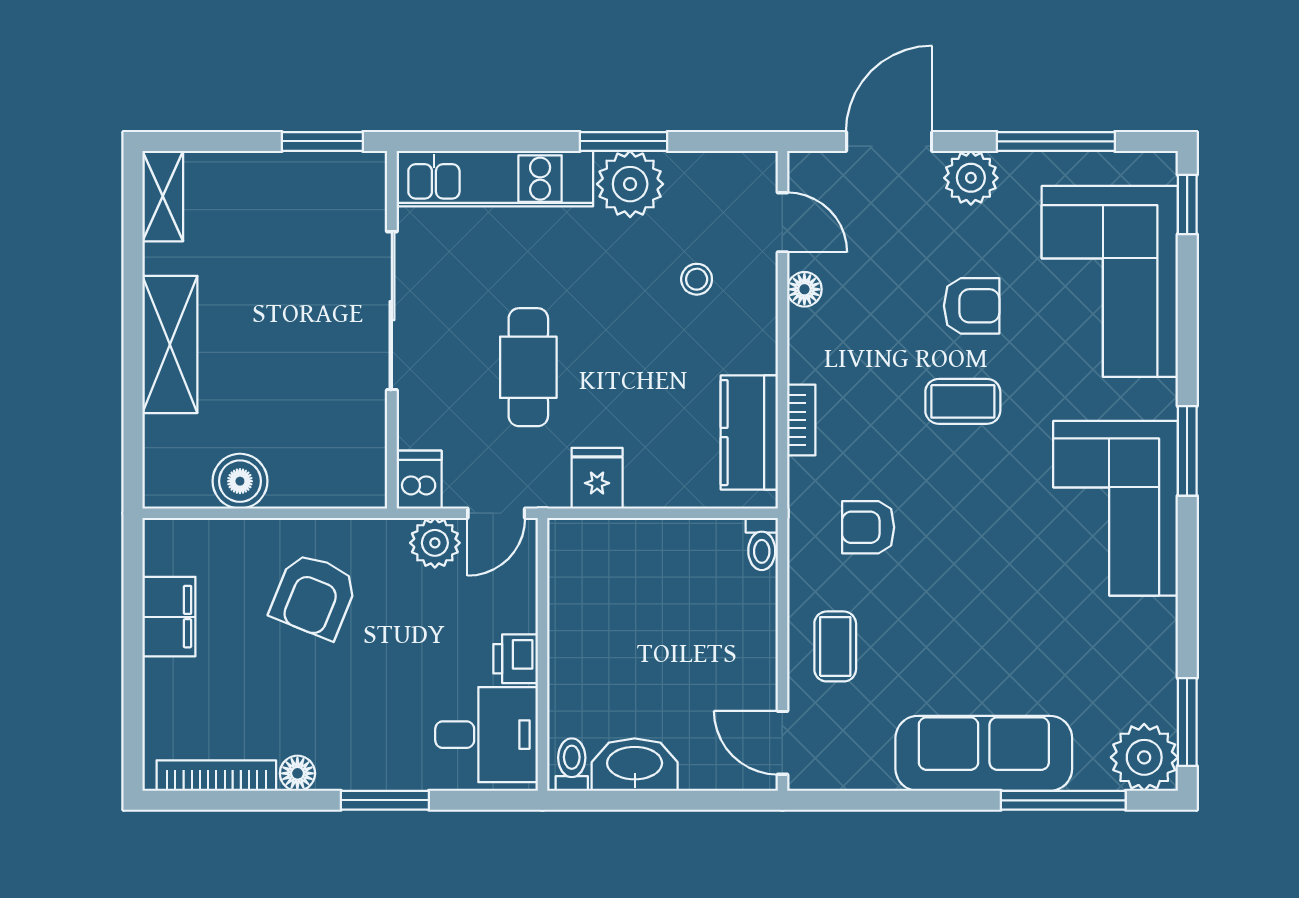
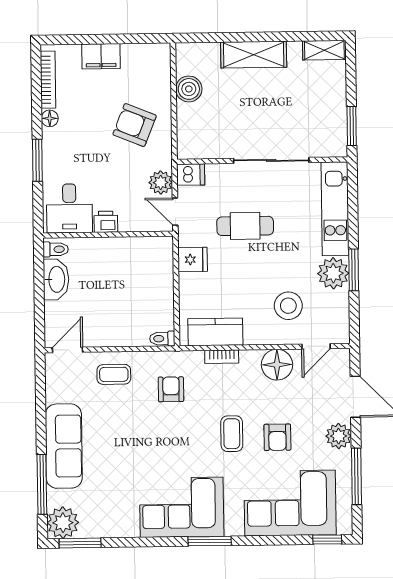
stool: (697, 279) -> (288, 306), width x1.89, depth x1.89
floor lamp: (804, 289) -> (277, 365), width x1.89, depth x1.89
filing cabinet: (169, 617) -> (101, 56), moved

